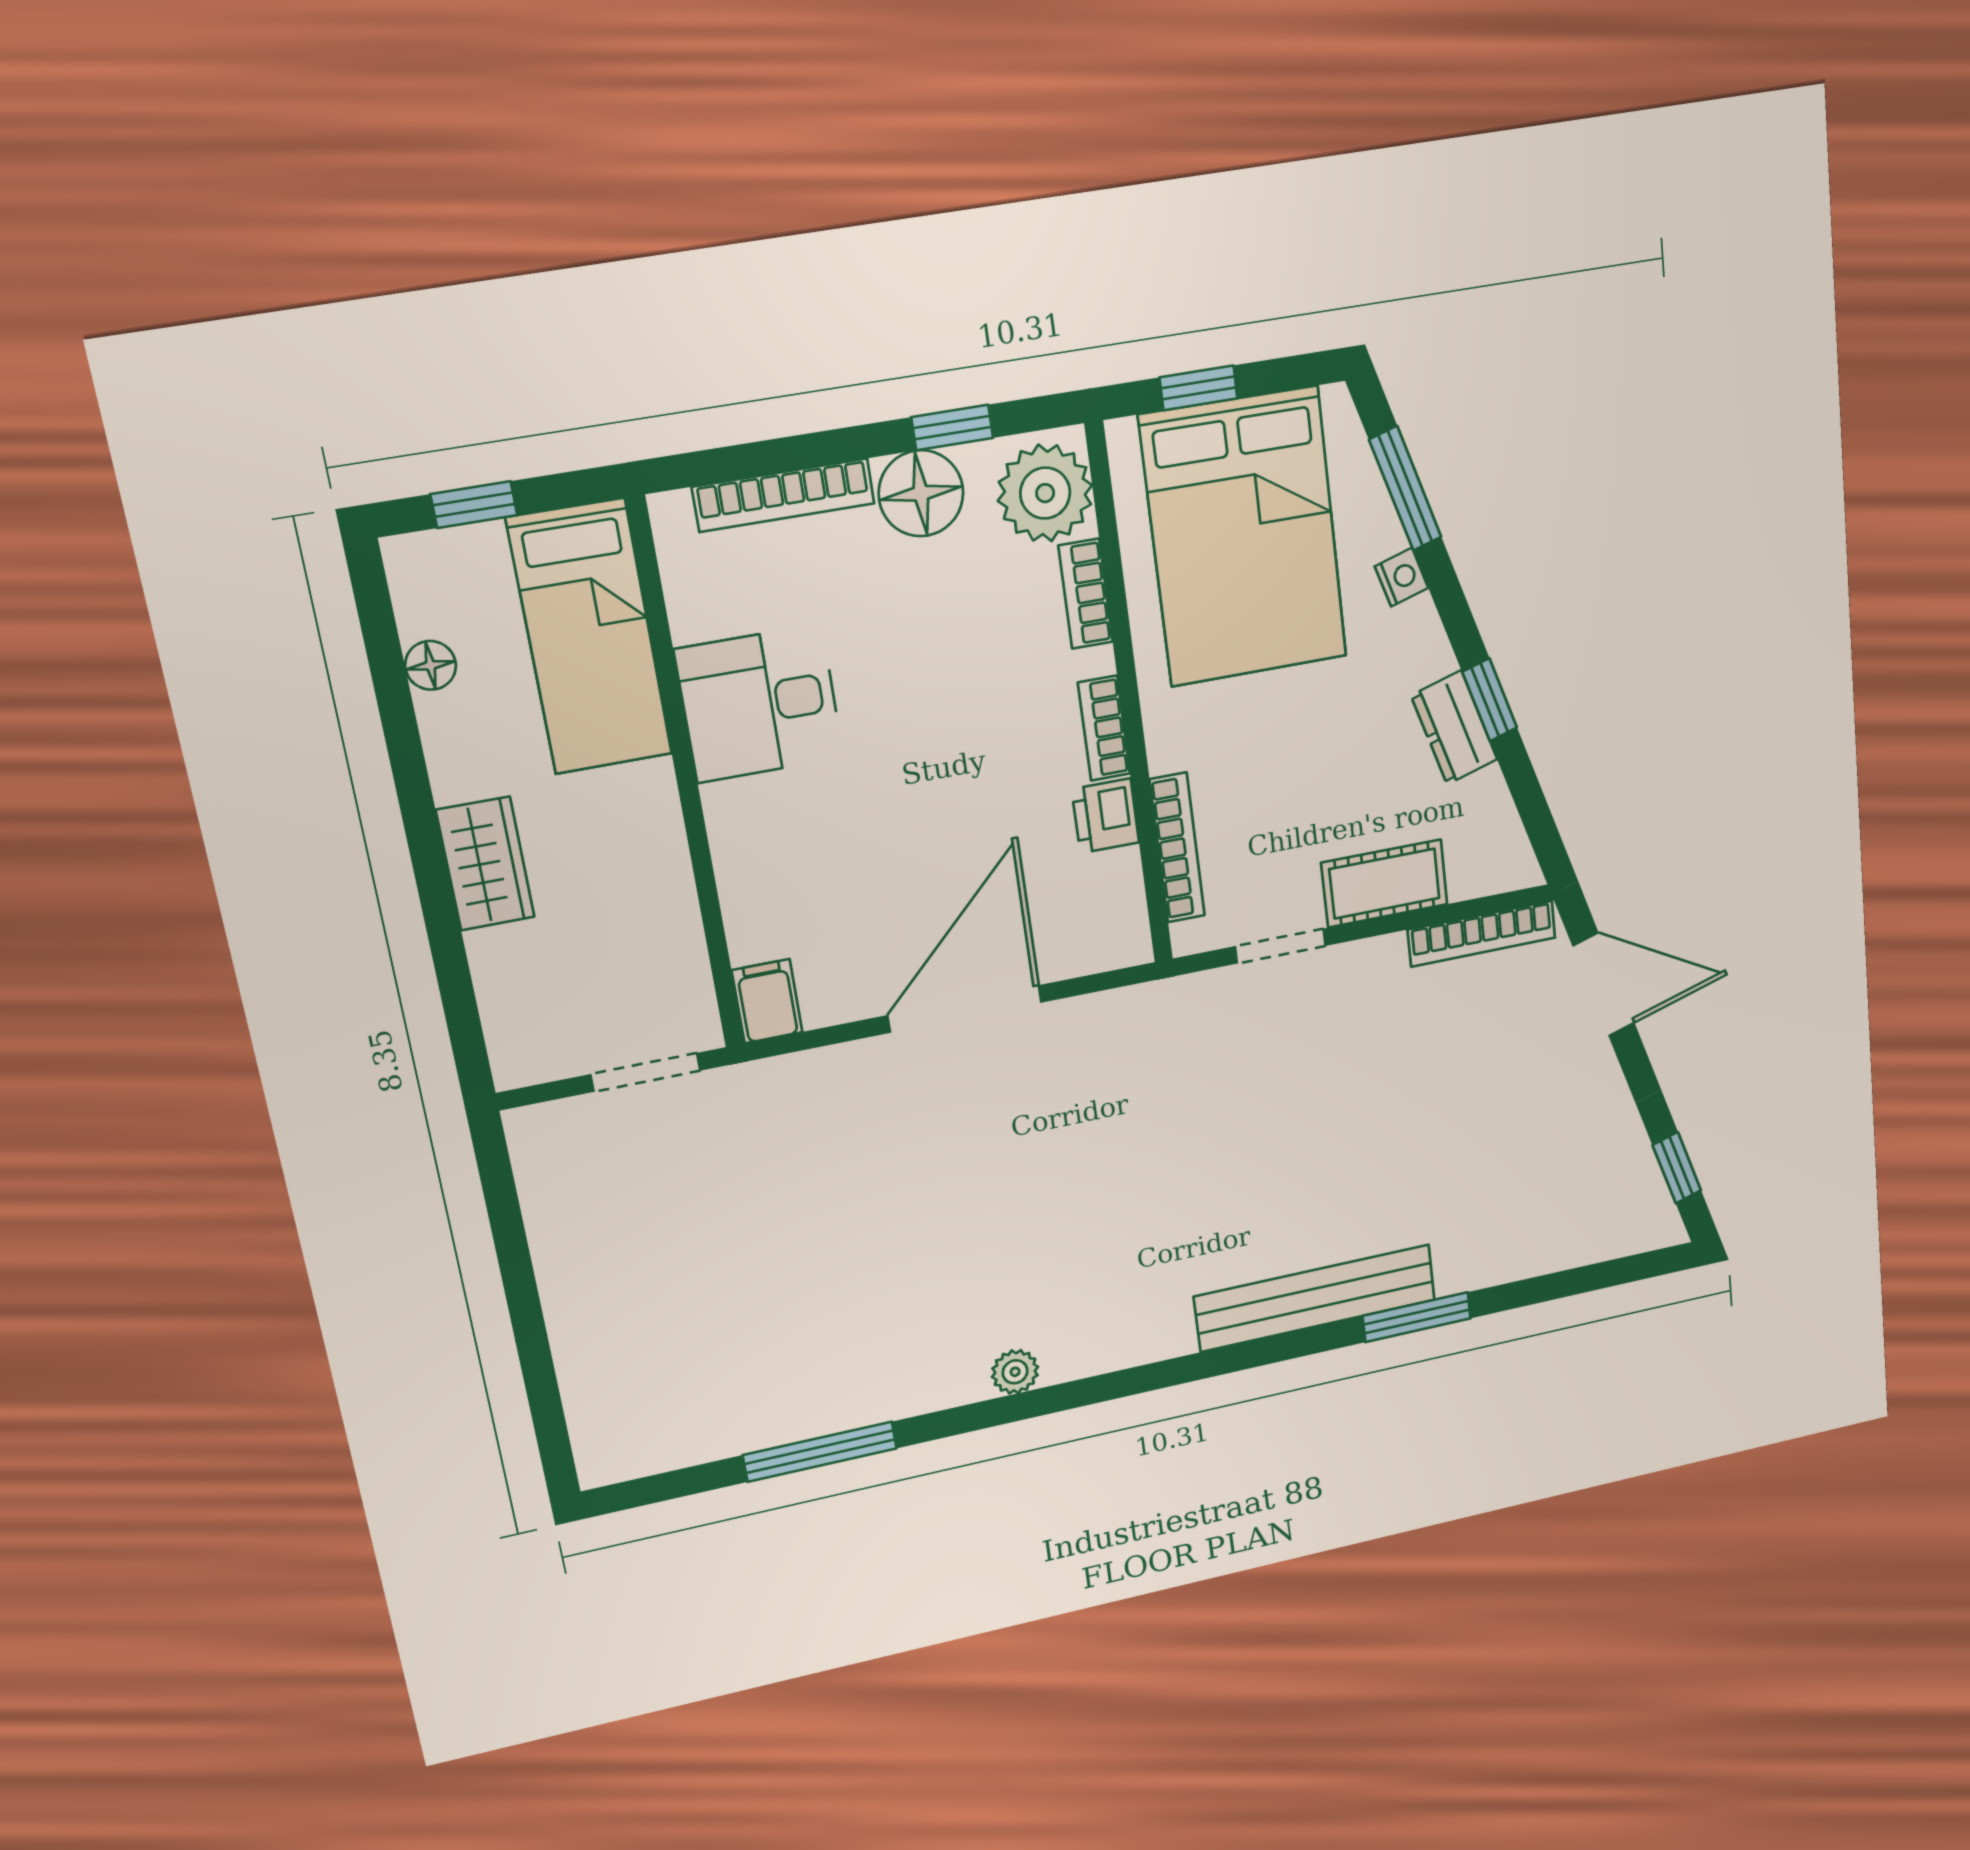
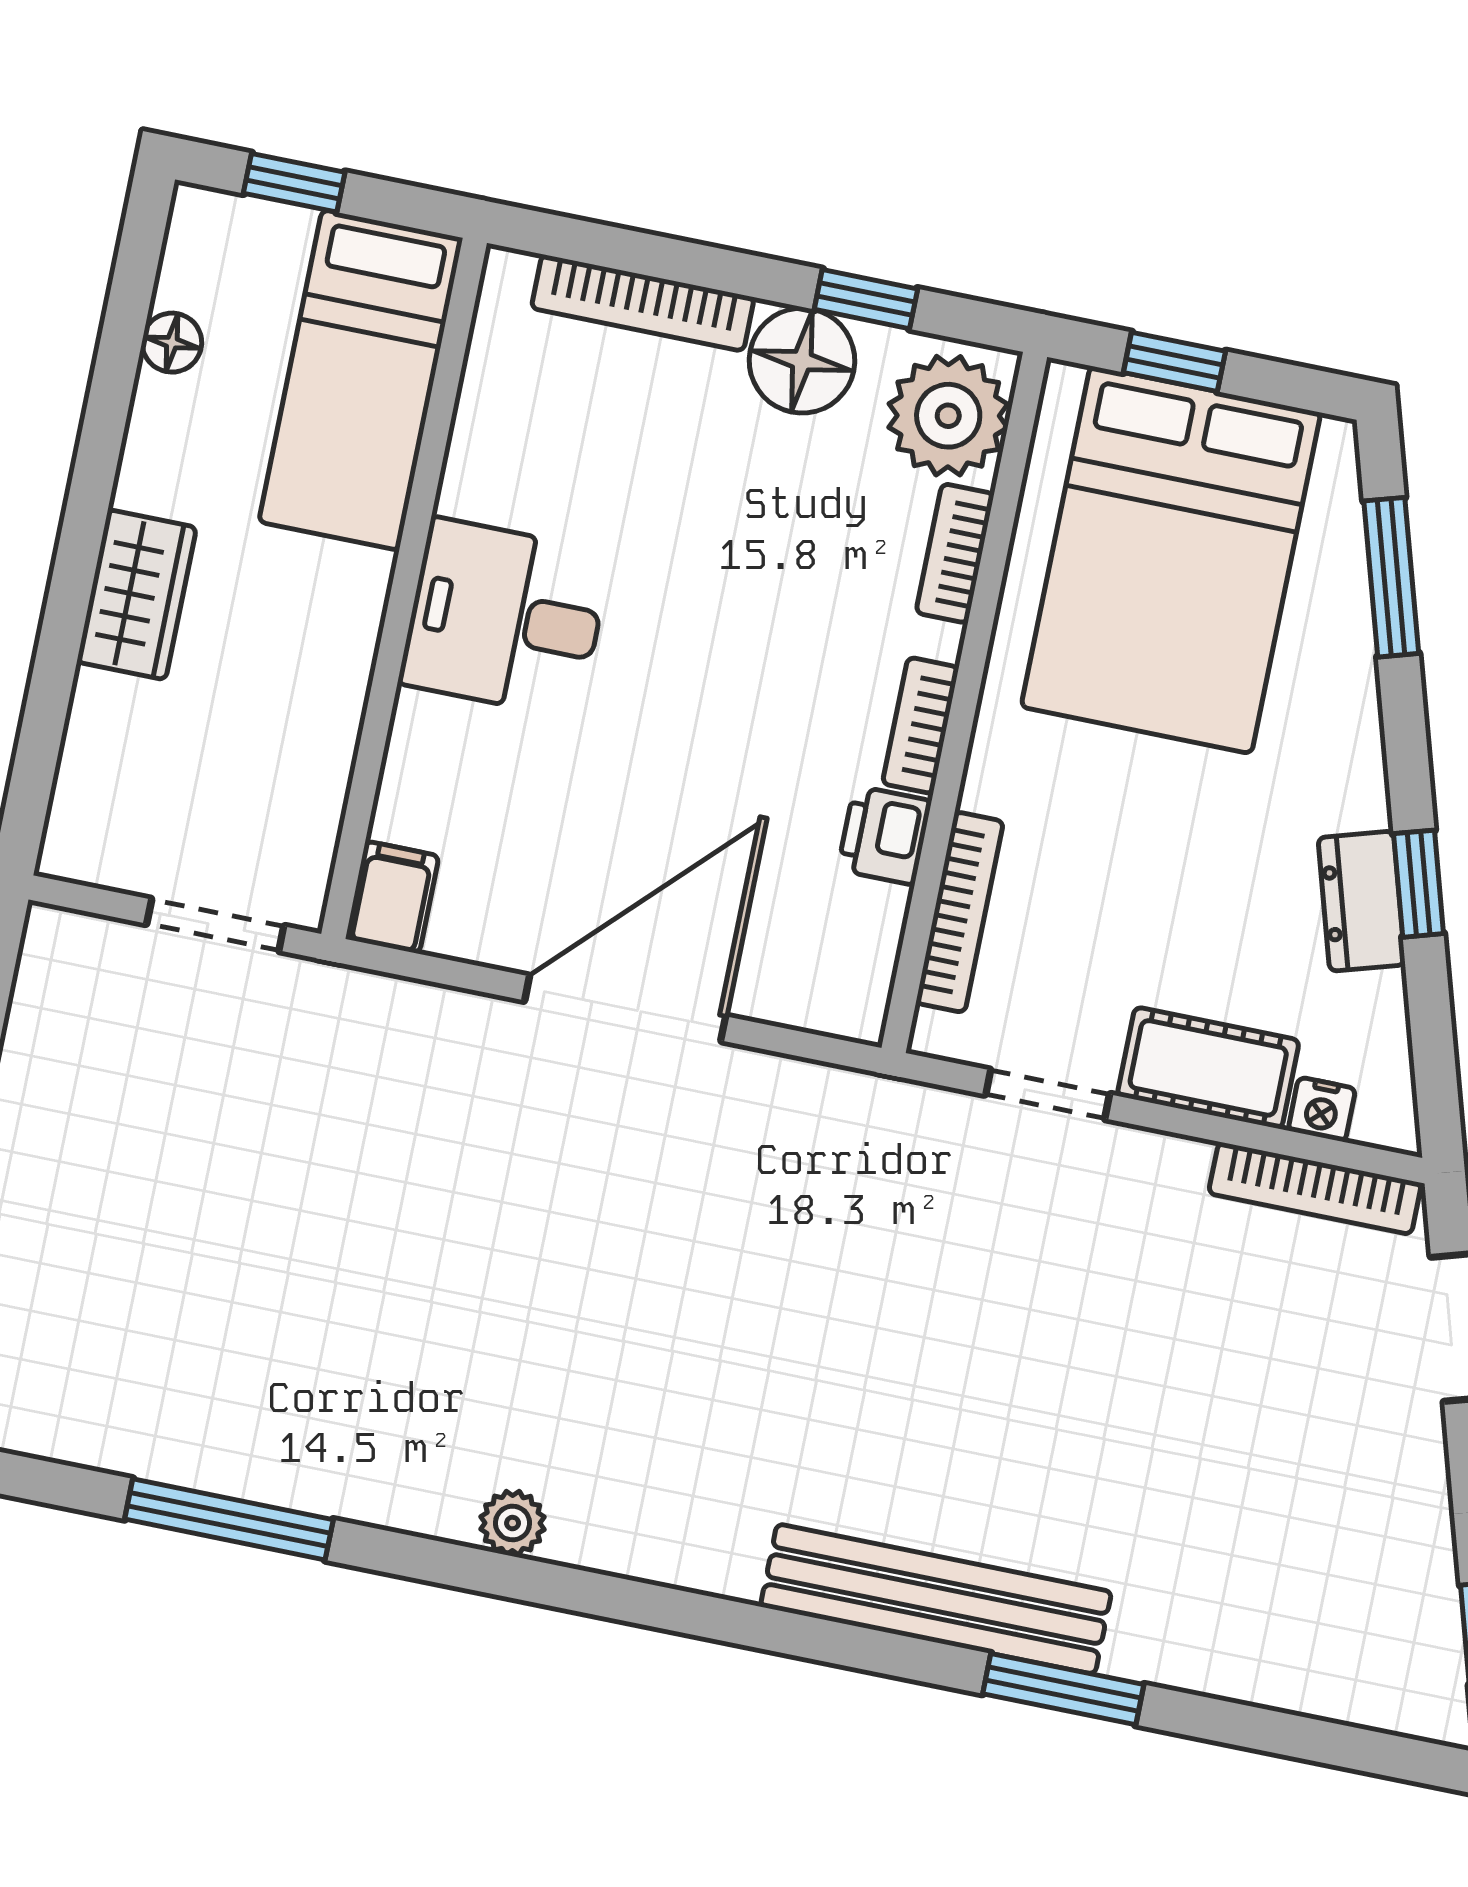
nightstand: (1402, 577) -> (1322, 1110), moved, turned 107
desk: (759, 704) -> (505, 618), moved

